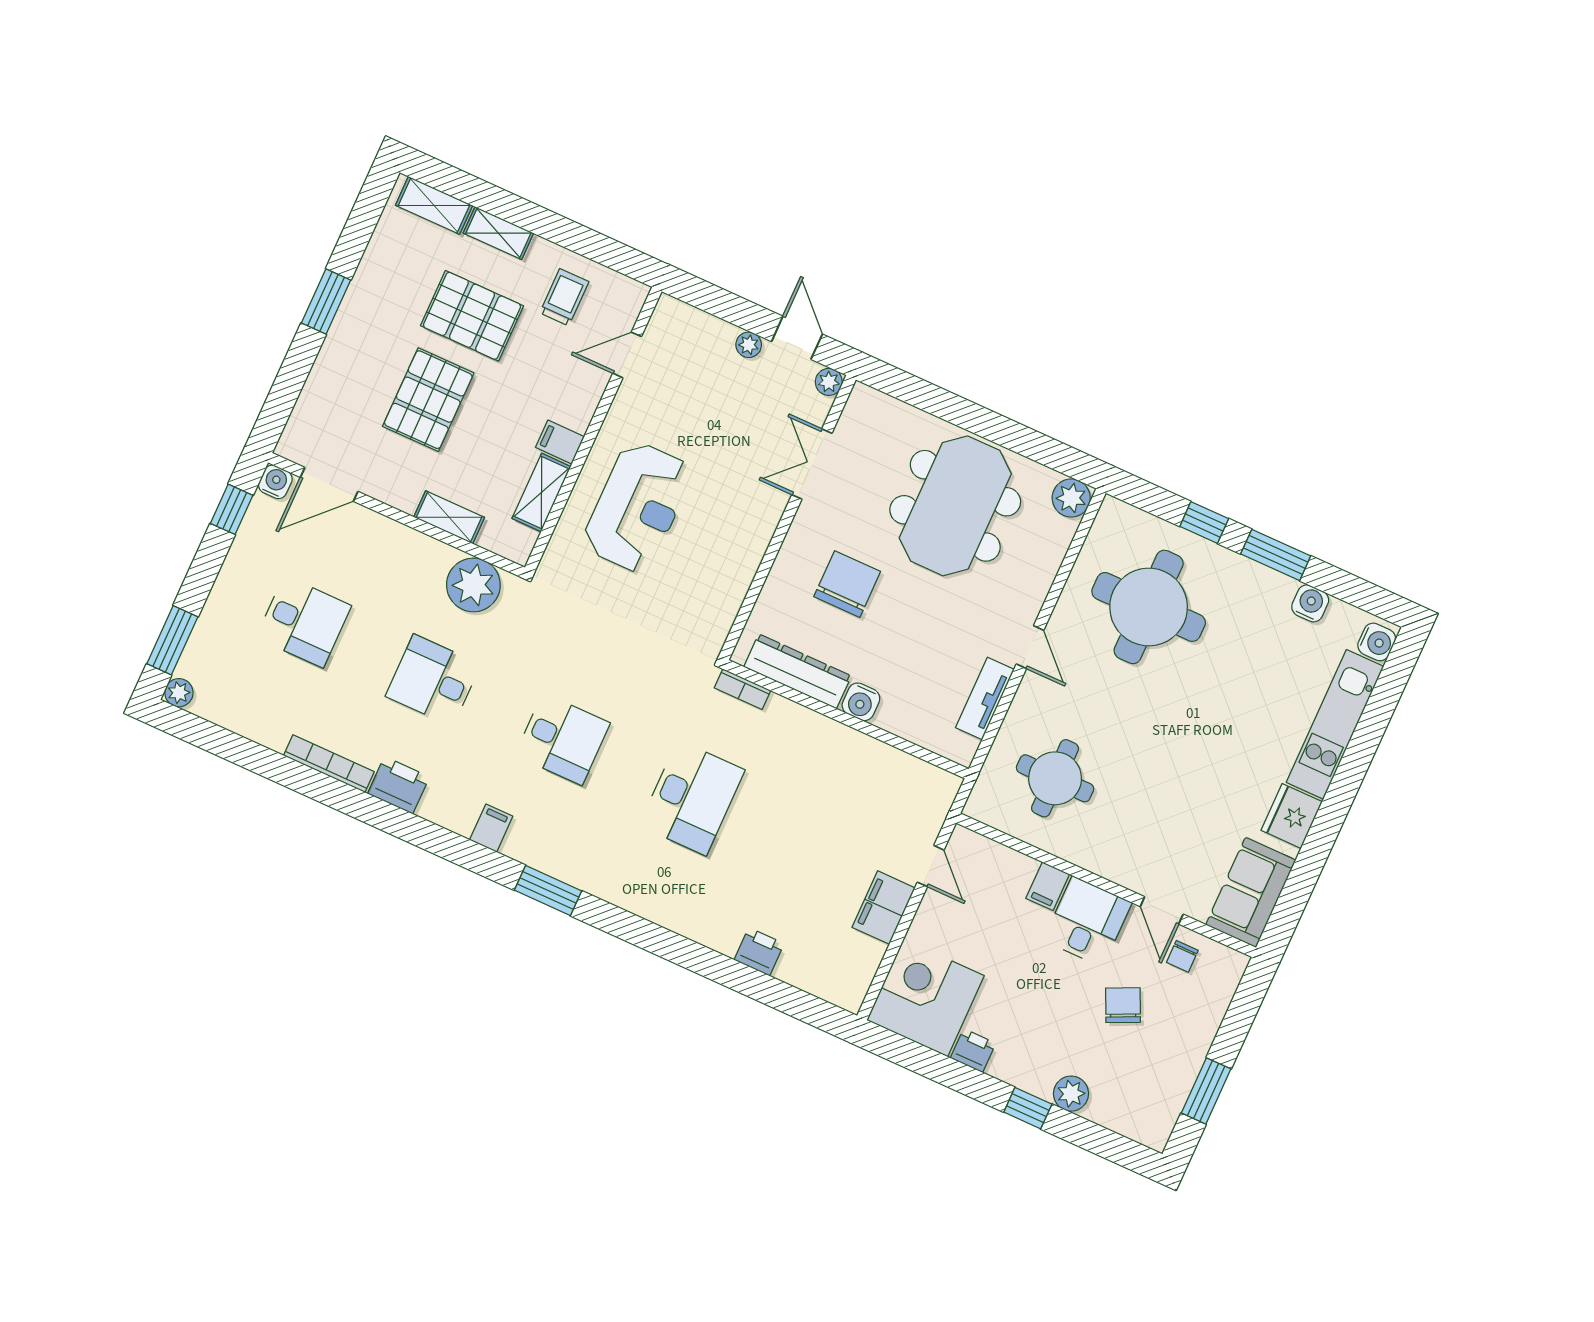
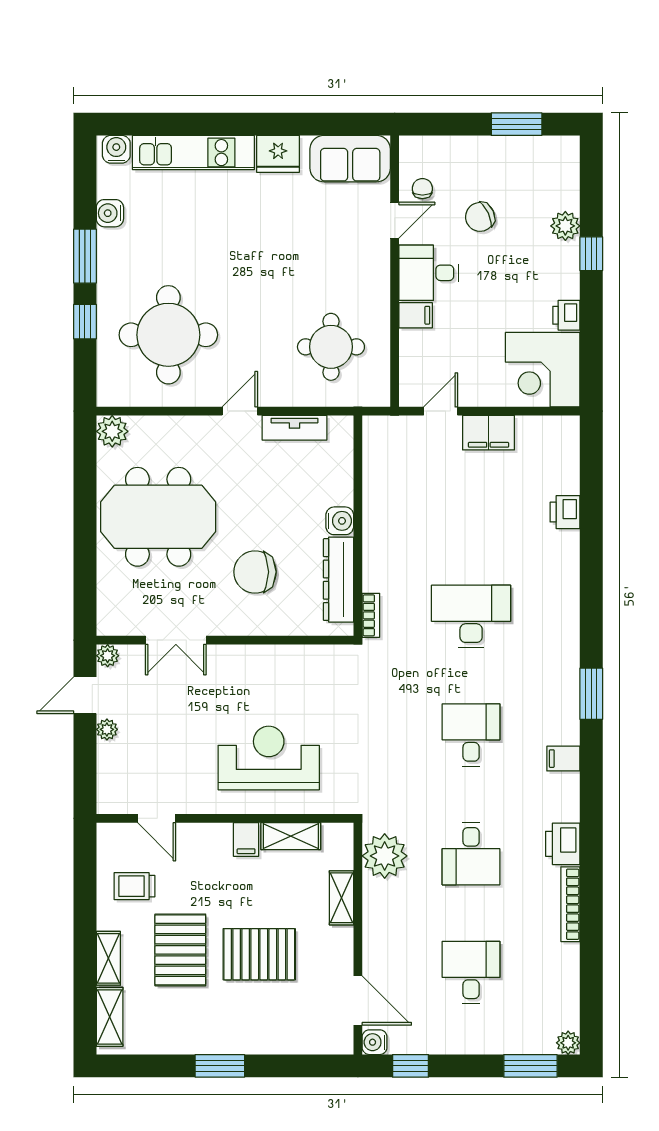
chair: (1182, 956) -> (422, 189), turned -90

